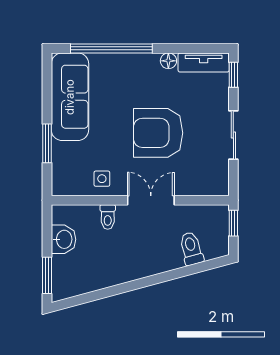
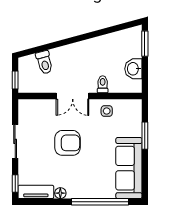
armchair: (158, 133) -> (67, 143), width x0.73, depth x0.73

